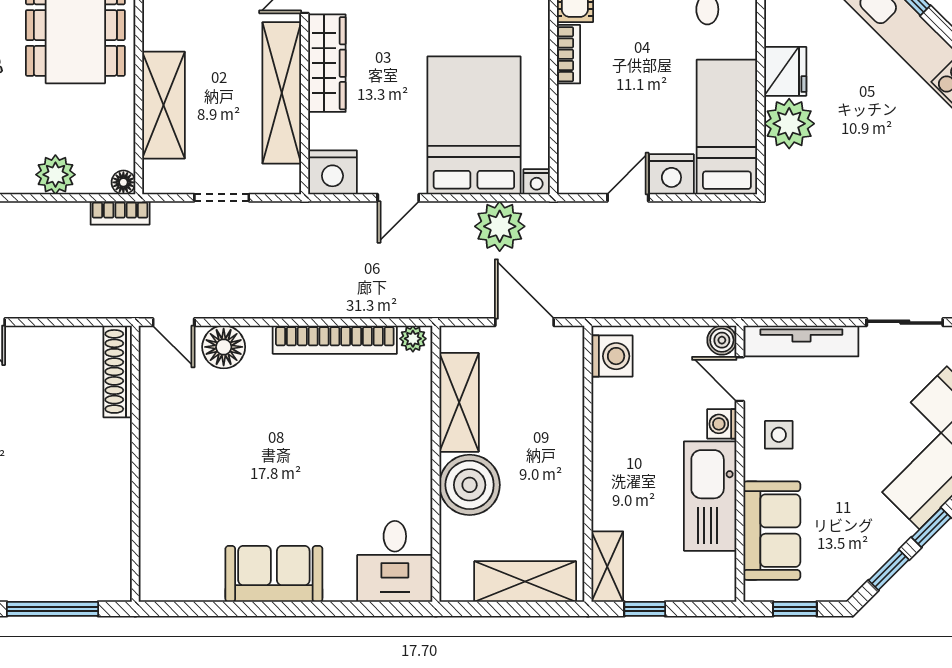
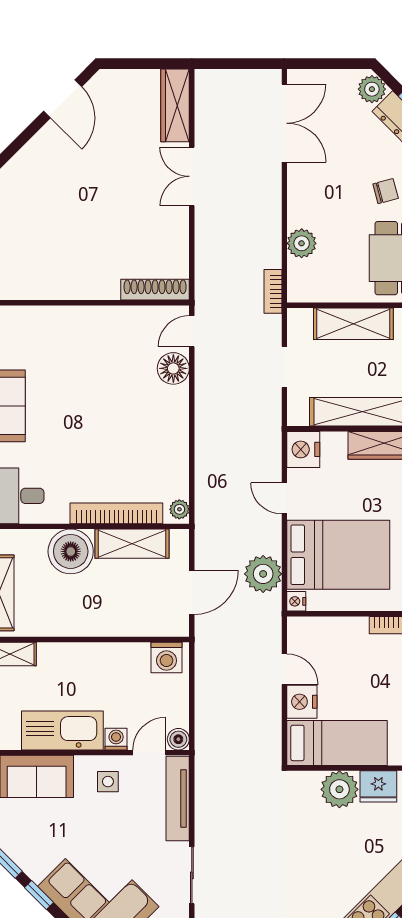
floor lamp: (123, 182) -> (296, 294), removed
bookcase: (335, 340) -> (116, 513), moved, turned 90

